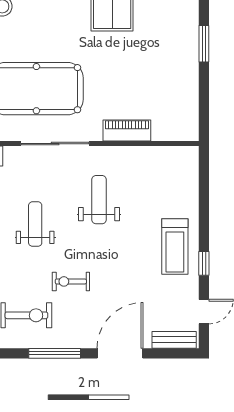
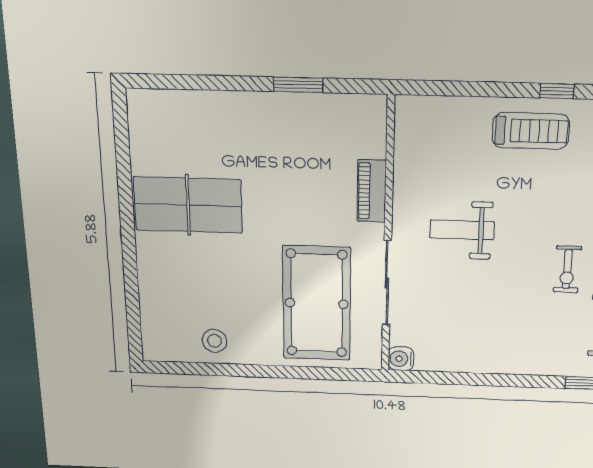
window: (204, 44) -> (298, 85), moved
weight bench: (35, 224) -> (489, 311), removed

